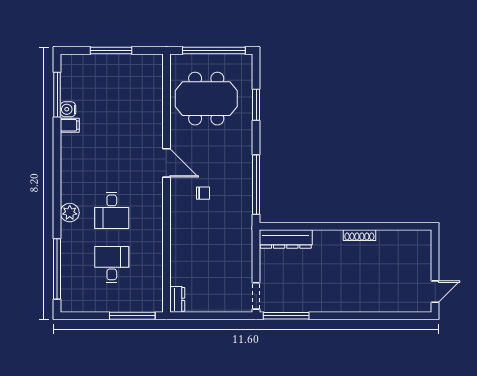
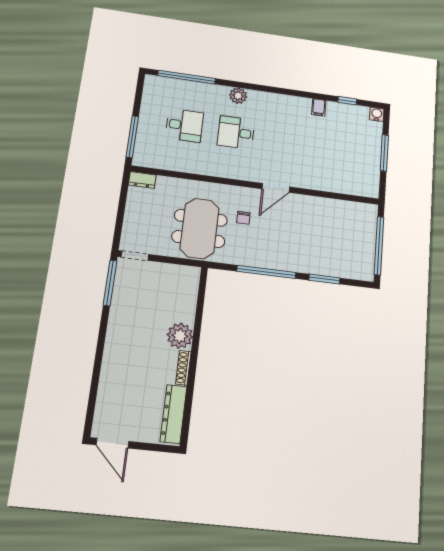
window: (57, 95) -> (347, 101), width x0.46
meeting table: (206, 99) -> (200, 228), moved
water cooler: (68, 109) -> (377, 114), moved
window: (256, 185) -> (266, 272), moved
dresser: (286, 239) -> (173, 414), moved
plant: (329, 242) -> (180, 336), added
door: (435, 292) -> (112, 443), width x1.38

